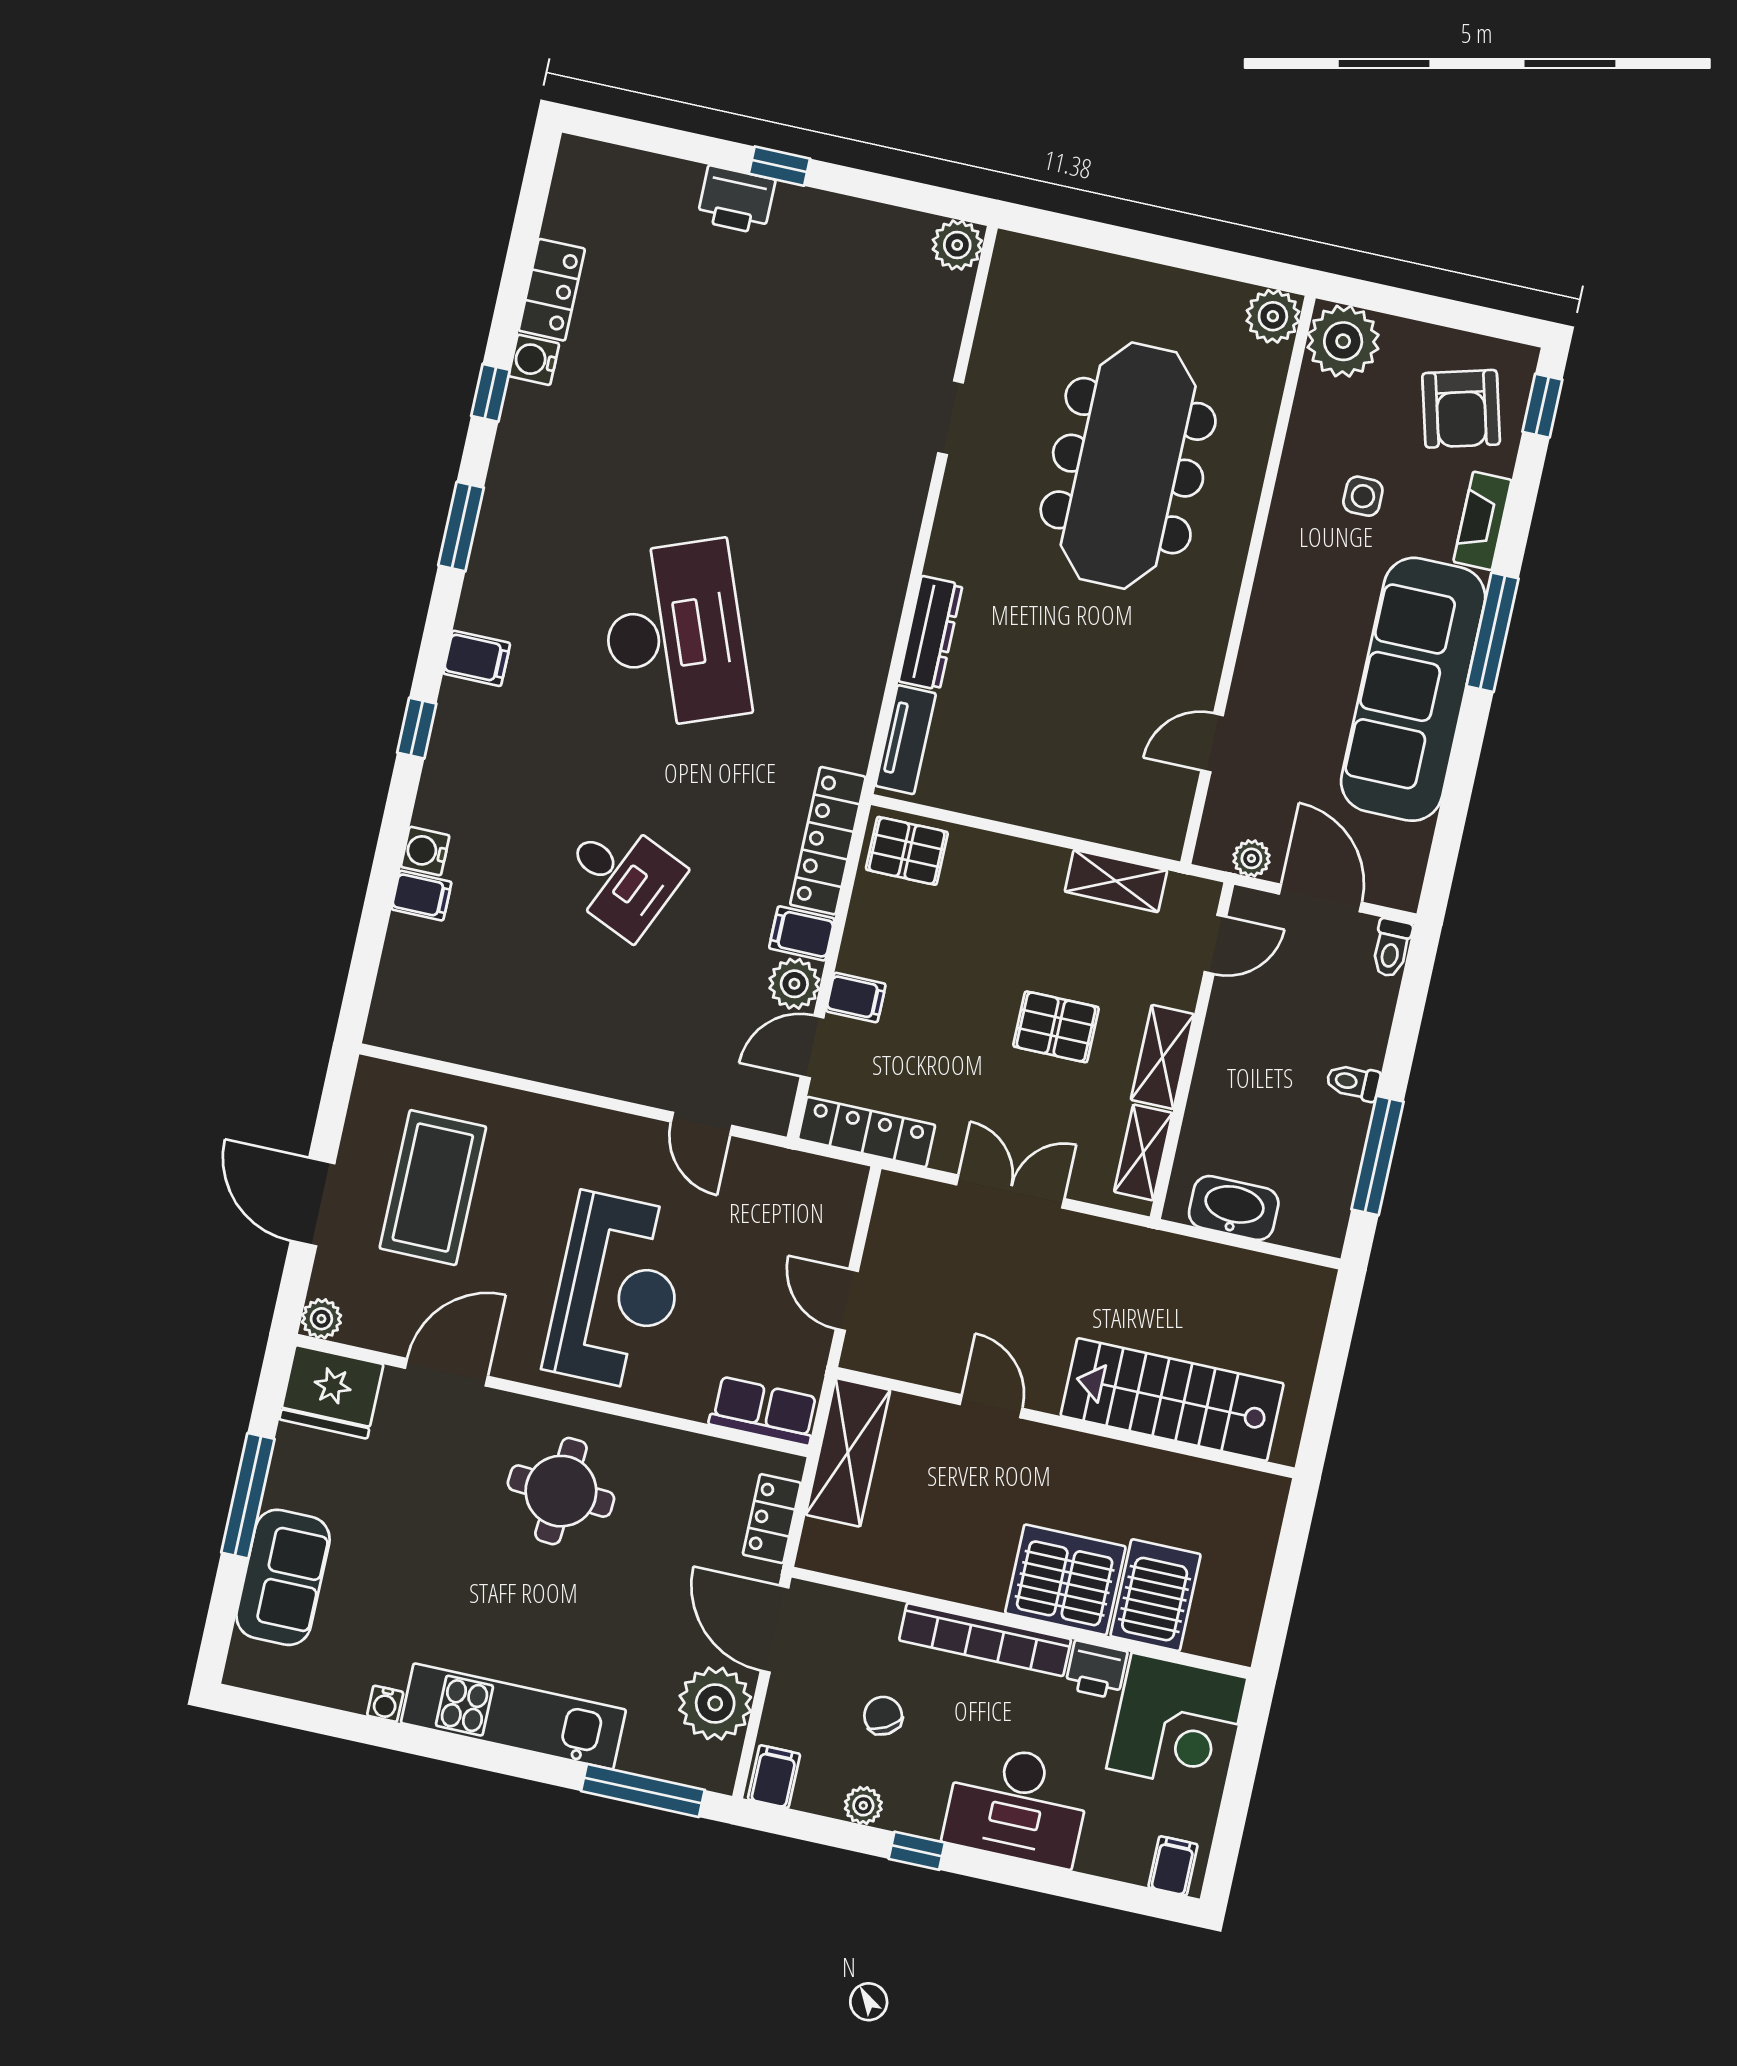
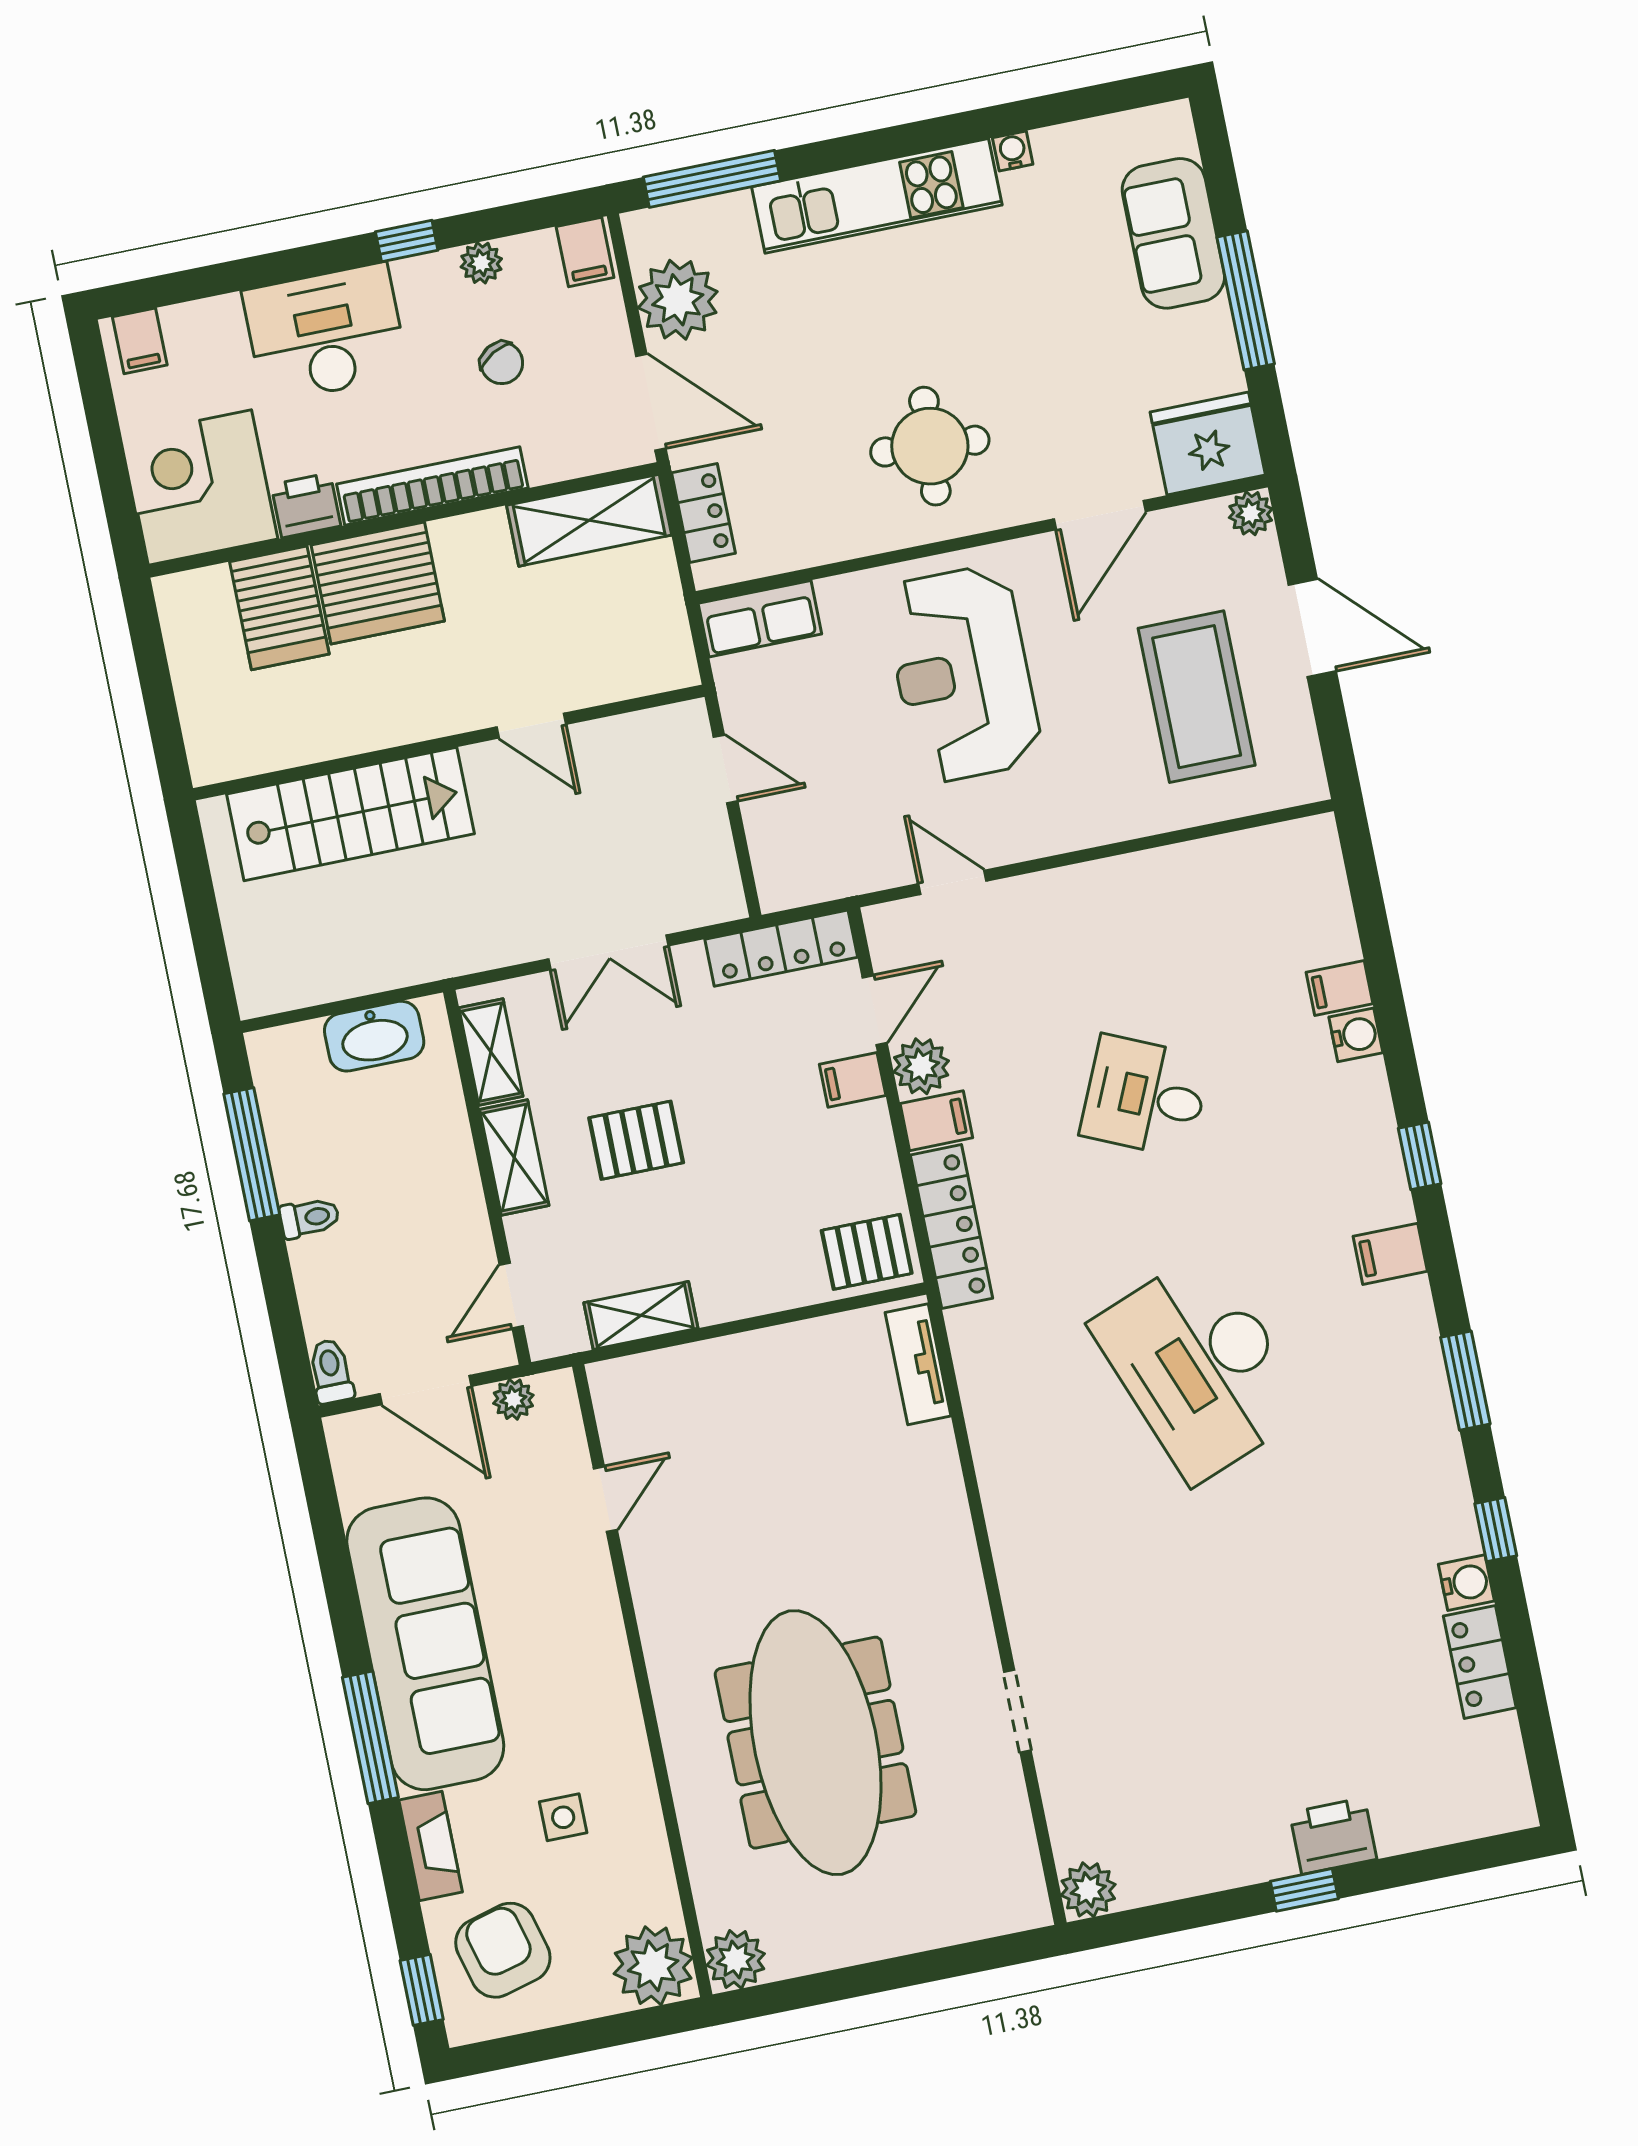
dresser: (931, 633) -> (941, 1484), removed
shelving: (848, 1452) -> (589, 520), moved, turned 90

